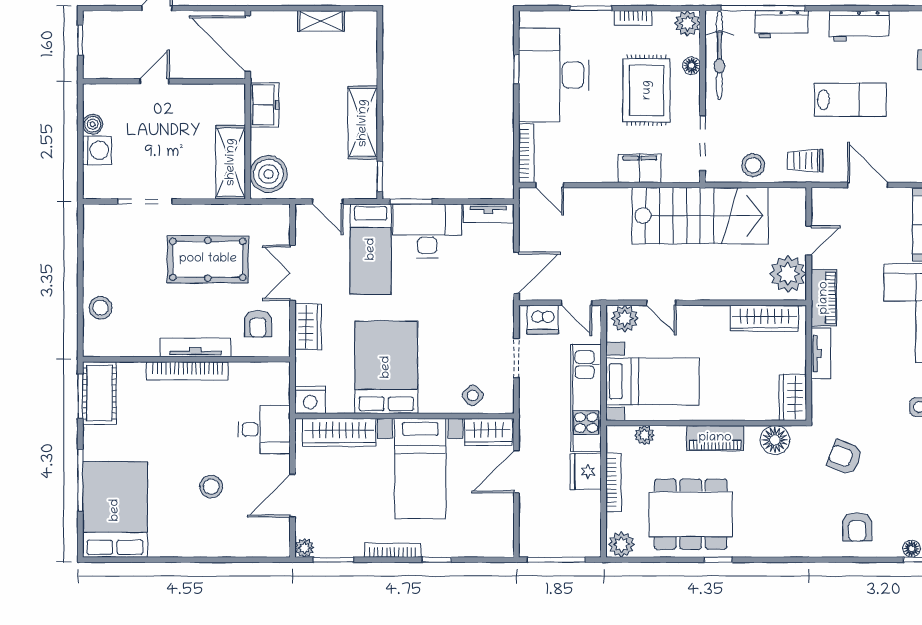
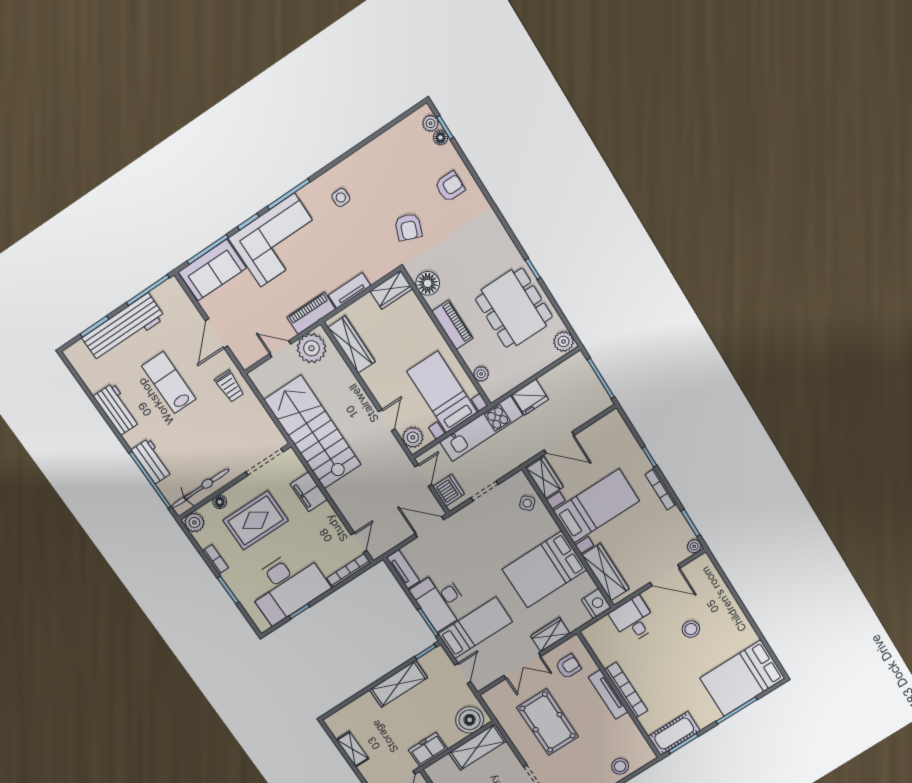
stool: (753, 165) -> (256, 419), removed
bookcase: (613, 482) -> (526, 374), removed

